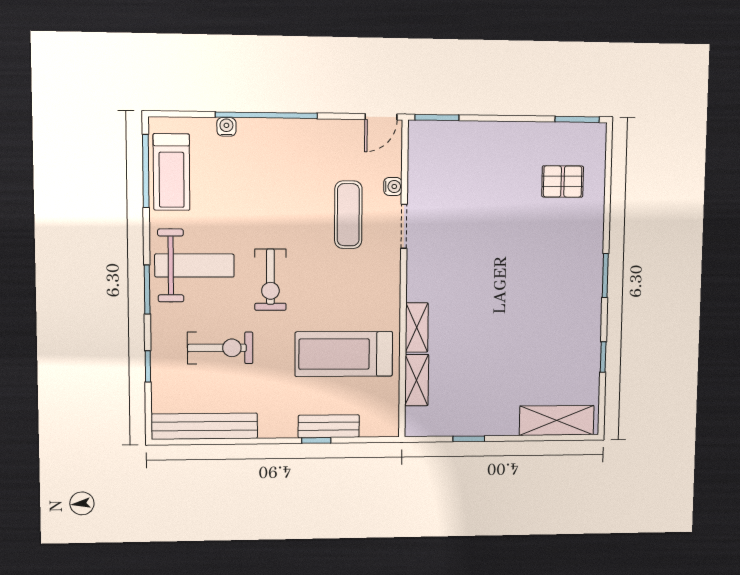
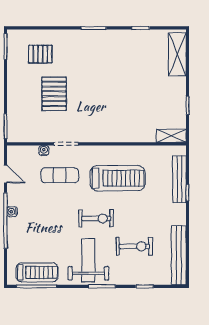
door: (381, 117) -> (5, 174), moved
water cooler: (226, 127) -> (12, 212), moved
pallet: (563, 182) -> (40, 54), turned 90
pallet: (493, 205) -> (54, 94), added
shelving: (417, 328) -> (123, 136), removed
exercise bike: (220, 348) -> (134, 246), turned 90
treadmill: (344, 354) -> (118, 178), moved, turned -90
shelving: (417, 380) -> (171, 136), moved
bench: (329, 426) -> (179, 179), width x1.36

